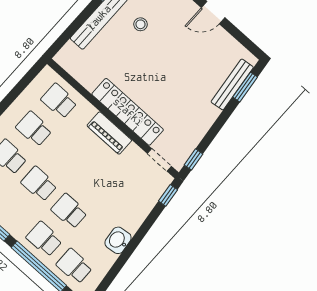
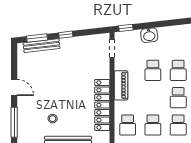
locker: (128, 112) -> (102, 105), moved
window: (194, 159) -> (66, 35), moved
school desk: (94, 183) -> (153, 70), added
washbasin: (118, 240) -> (149, 35), moved

